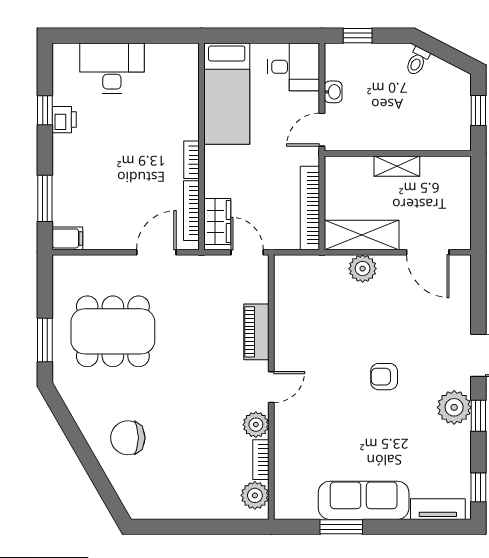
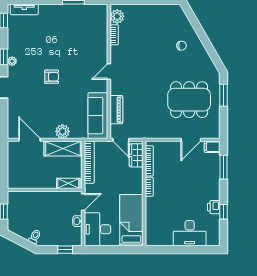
desk: (294, 67) -> (97, 229), width x1.37
shelving: (397, 166) -> (68, 183), moved
door: (156, 252) -> (191, 140), moved
piano: (256, 332) -> (116, 110), moved
plant: (454, 407) -> (12, 61), width x0.53, depth x0.53
plant: (256, 425) -> (117, 52), removed
chair: (128, 438) -> (182, 46), width x0.54, depth x0.54
sofa: (364, 500) -> (98, 116), moved, turned 90

